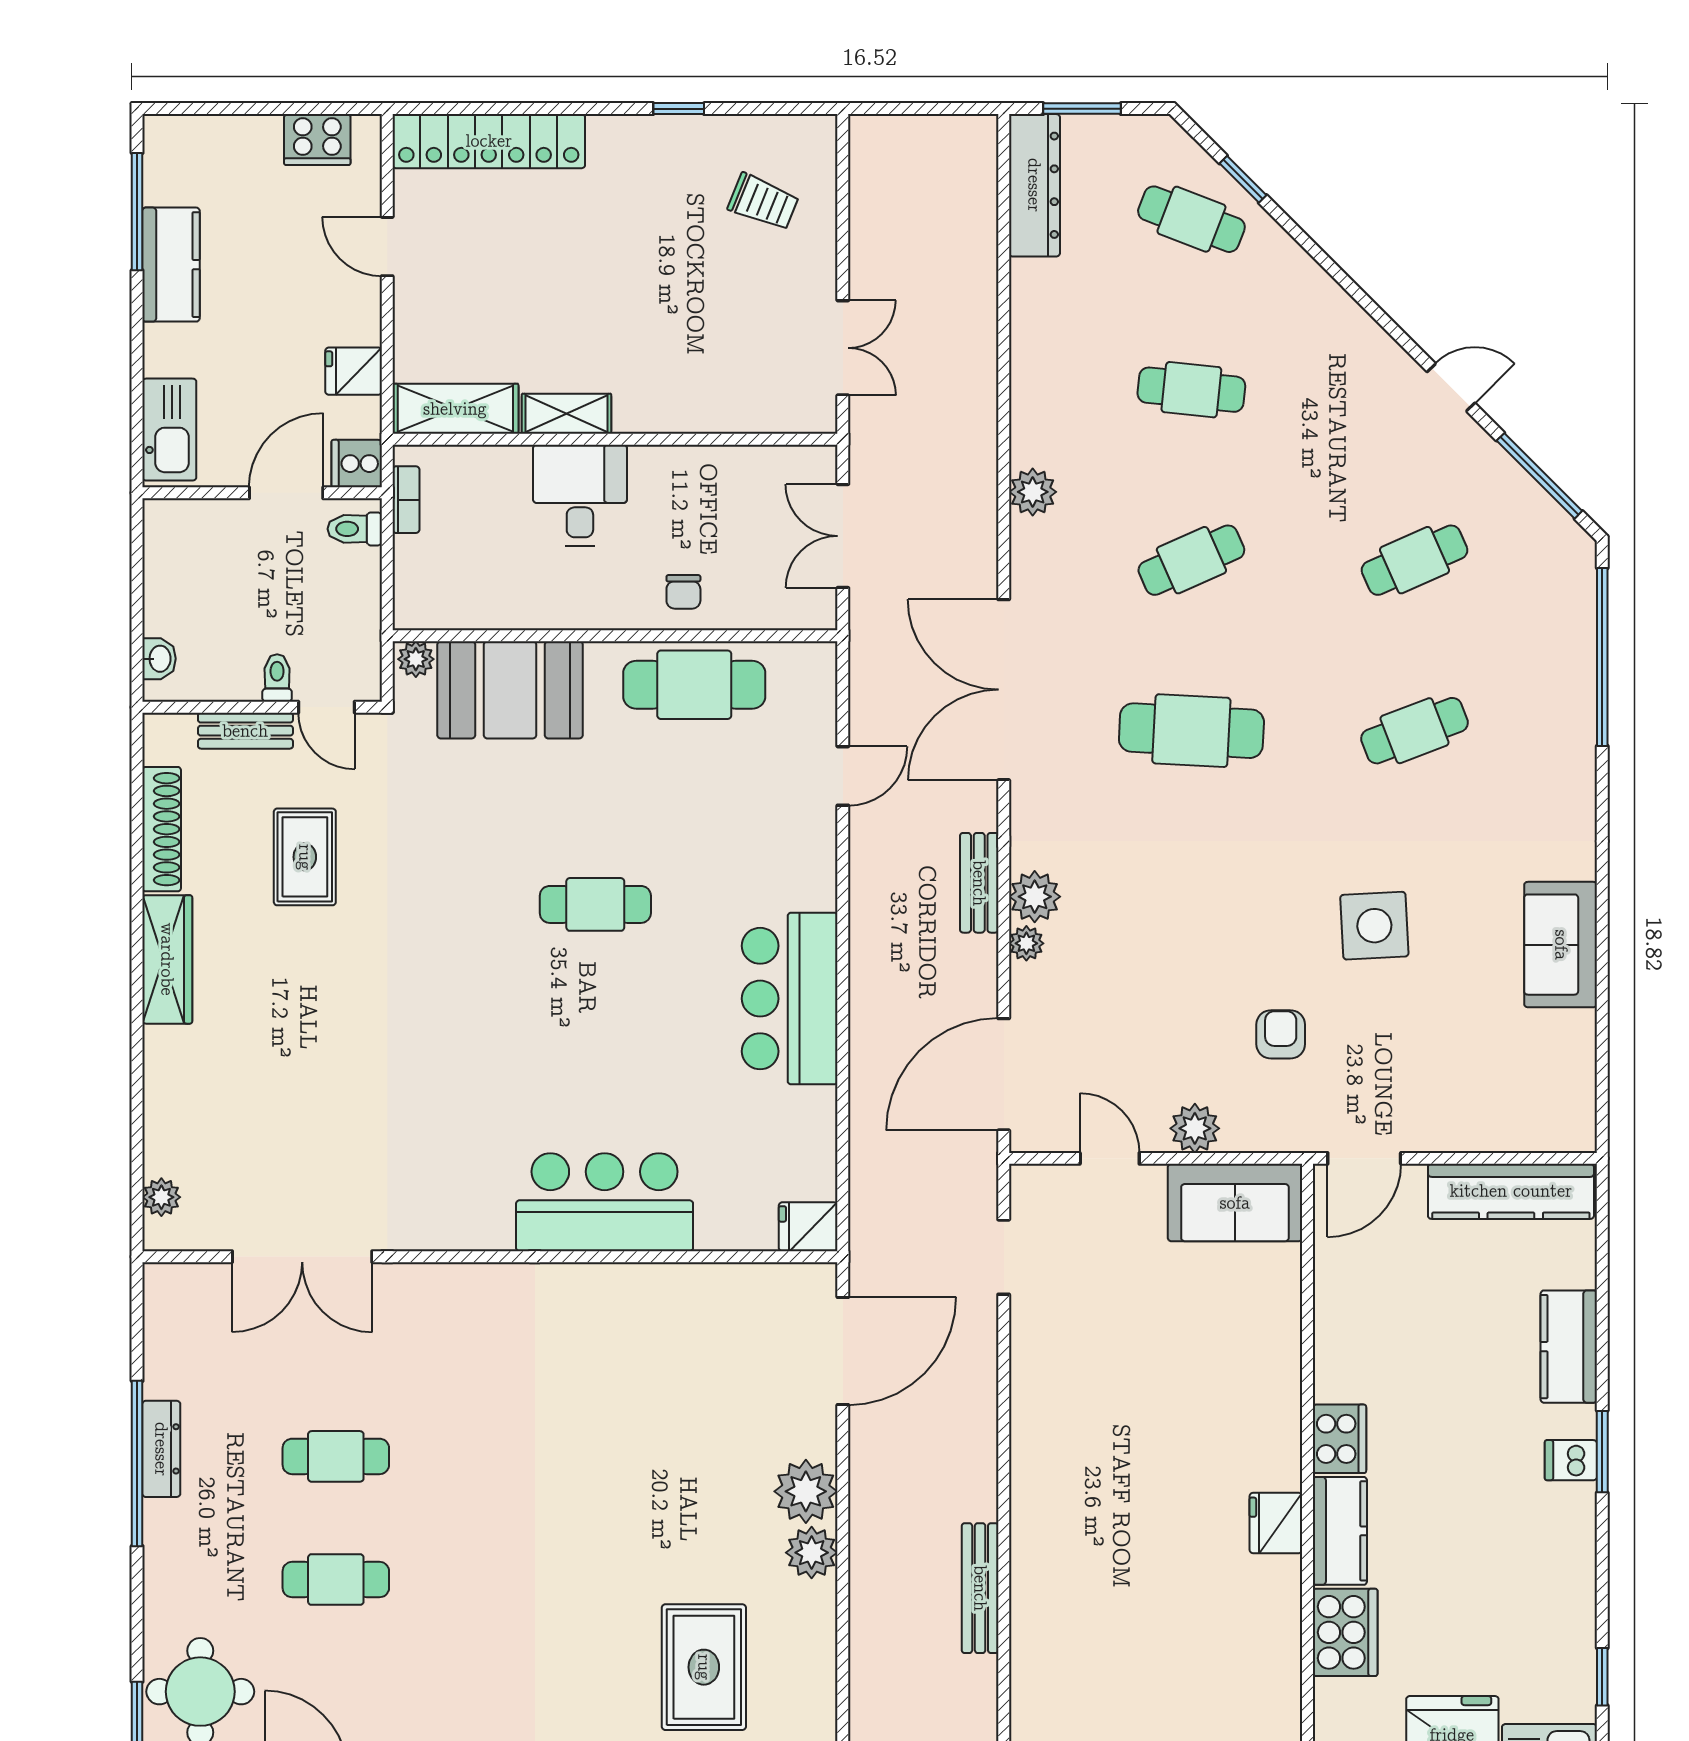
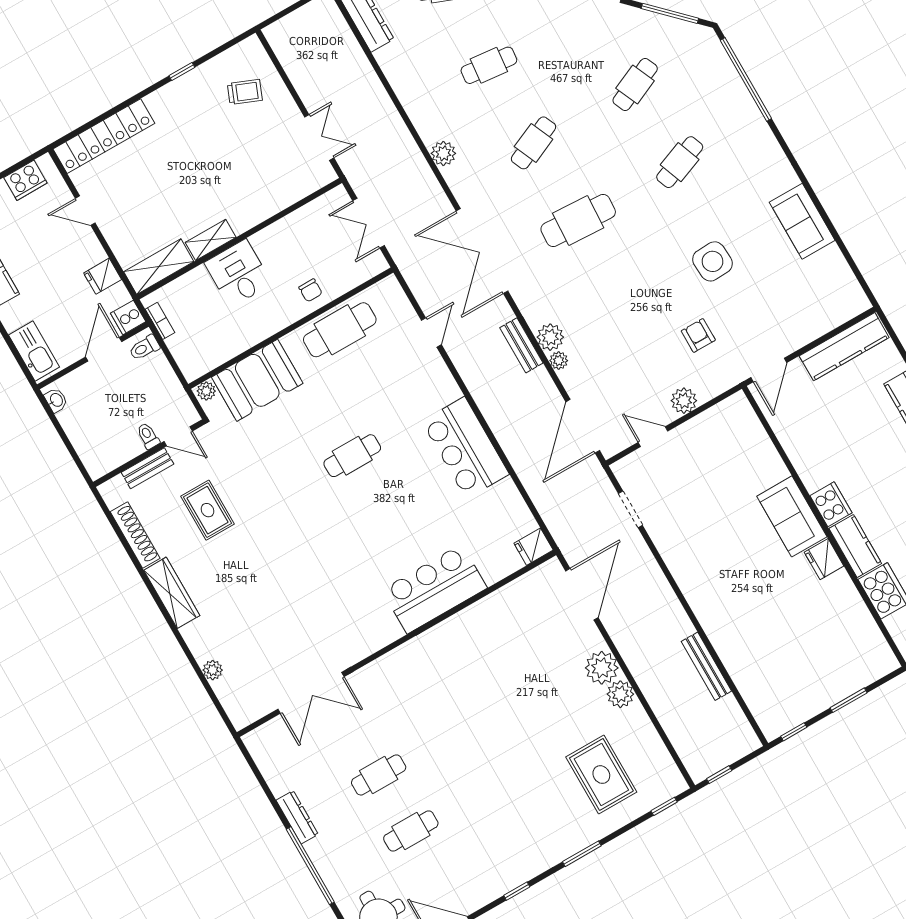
washbasin: (159, 659) -> (56, 400), moved
plant: (161, 1197) -> (213, 670), moved
sofa: (1235, 1203) -> (792, 516), moved, turned 90
window: (137, 1464) -> (310, 866), moved

